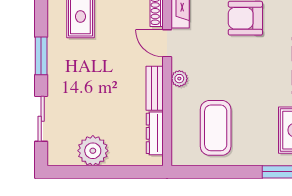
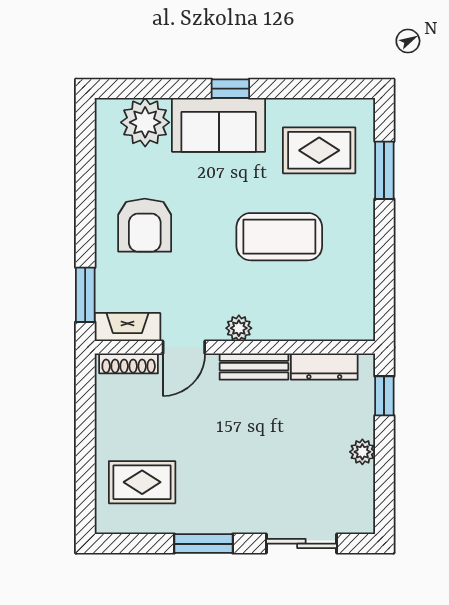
coffee table: (216, 128) -> (279, 237), moved
plant: (93, 151) -> (362, 452), width x0.53, depth x0.53
window: (136, 172) -> (384, 396), added

